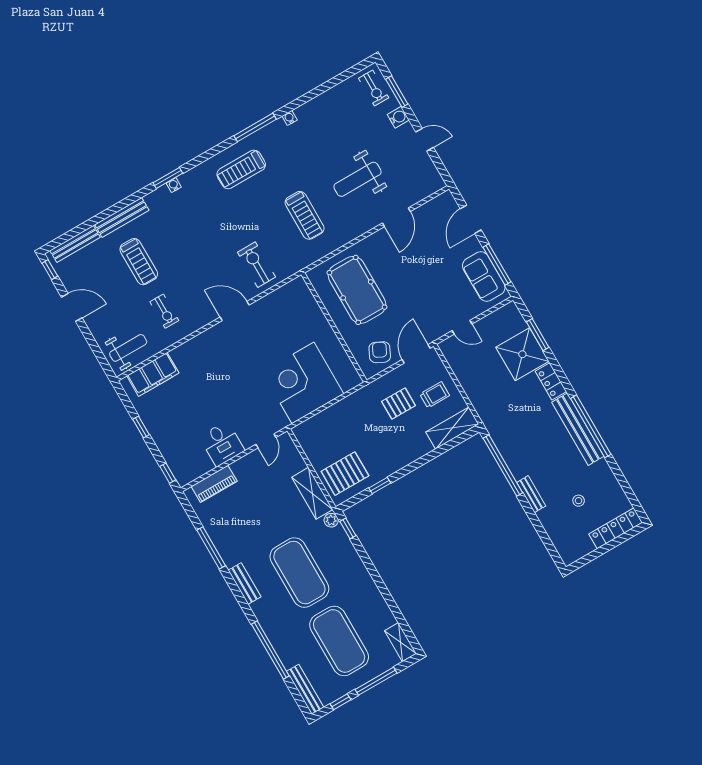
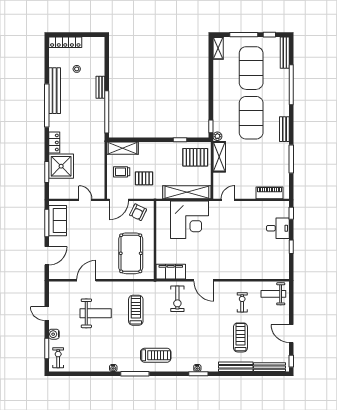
filing cabinet: (153, 374) -> (171, 272), moved
shelving: (328, 419) -> (187, 192), added
bench: (578, 429) -> (55, 91), moved
desk: (222, 444) -> (278, 228), moved, turned 90

